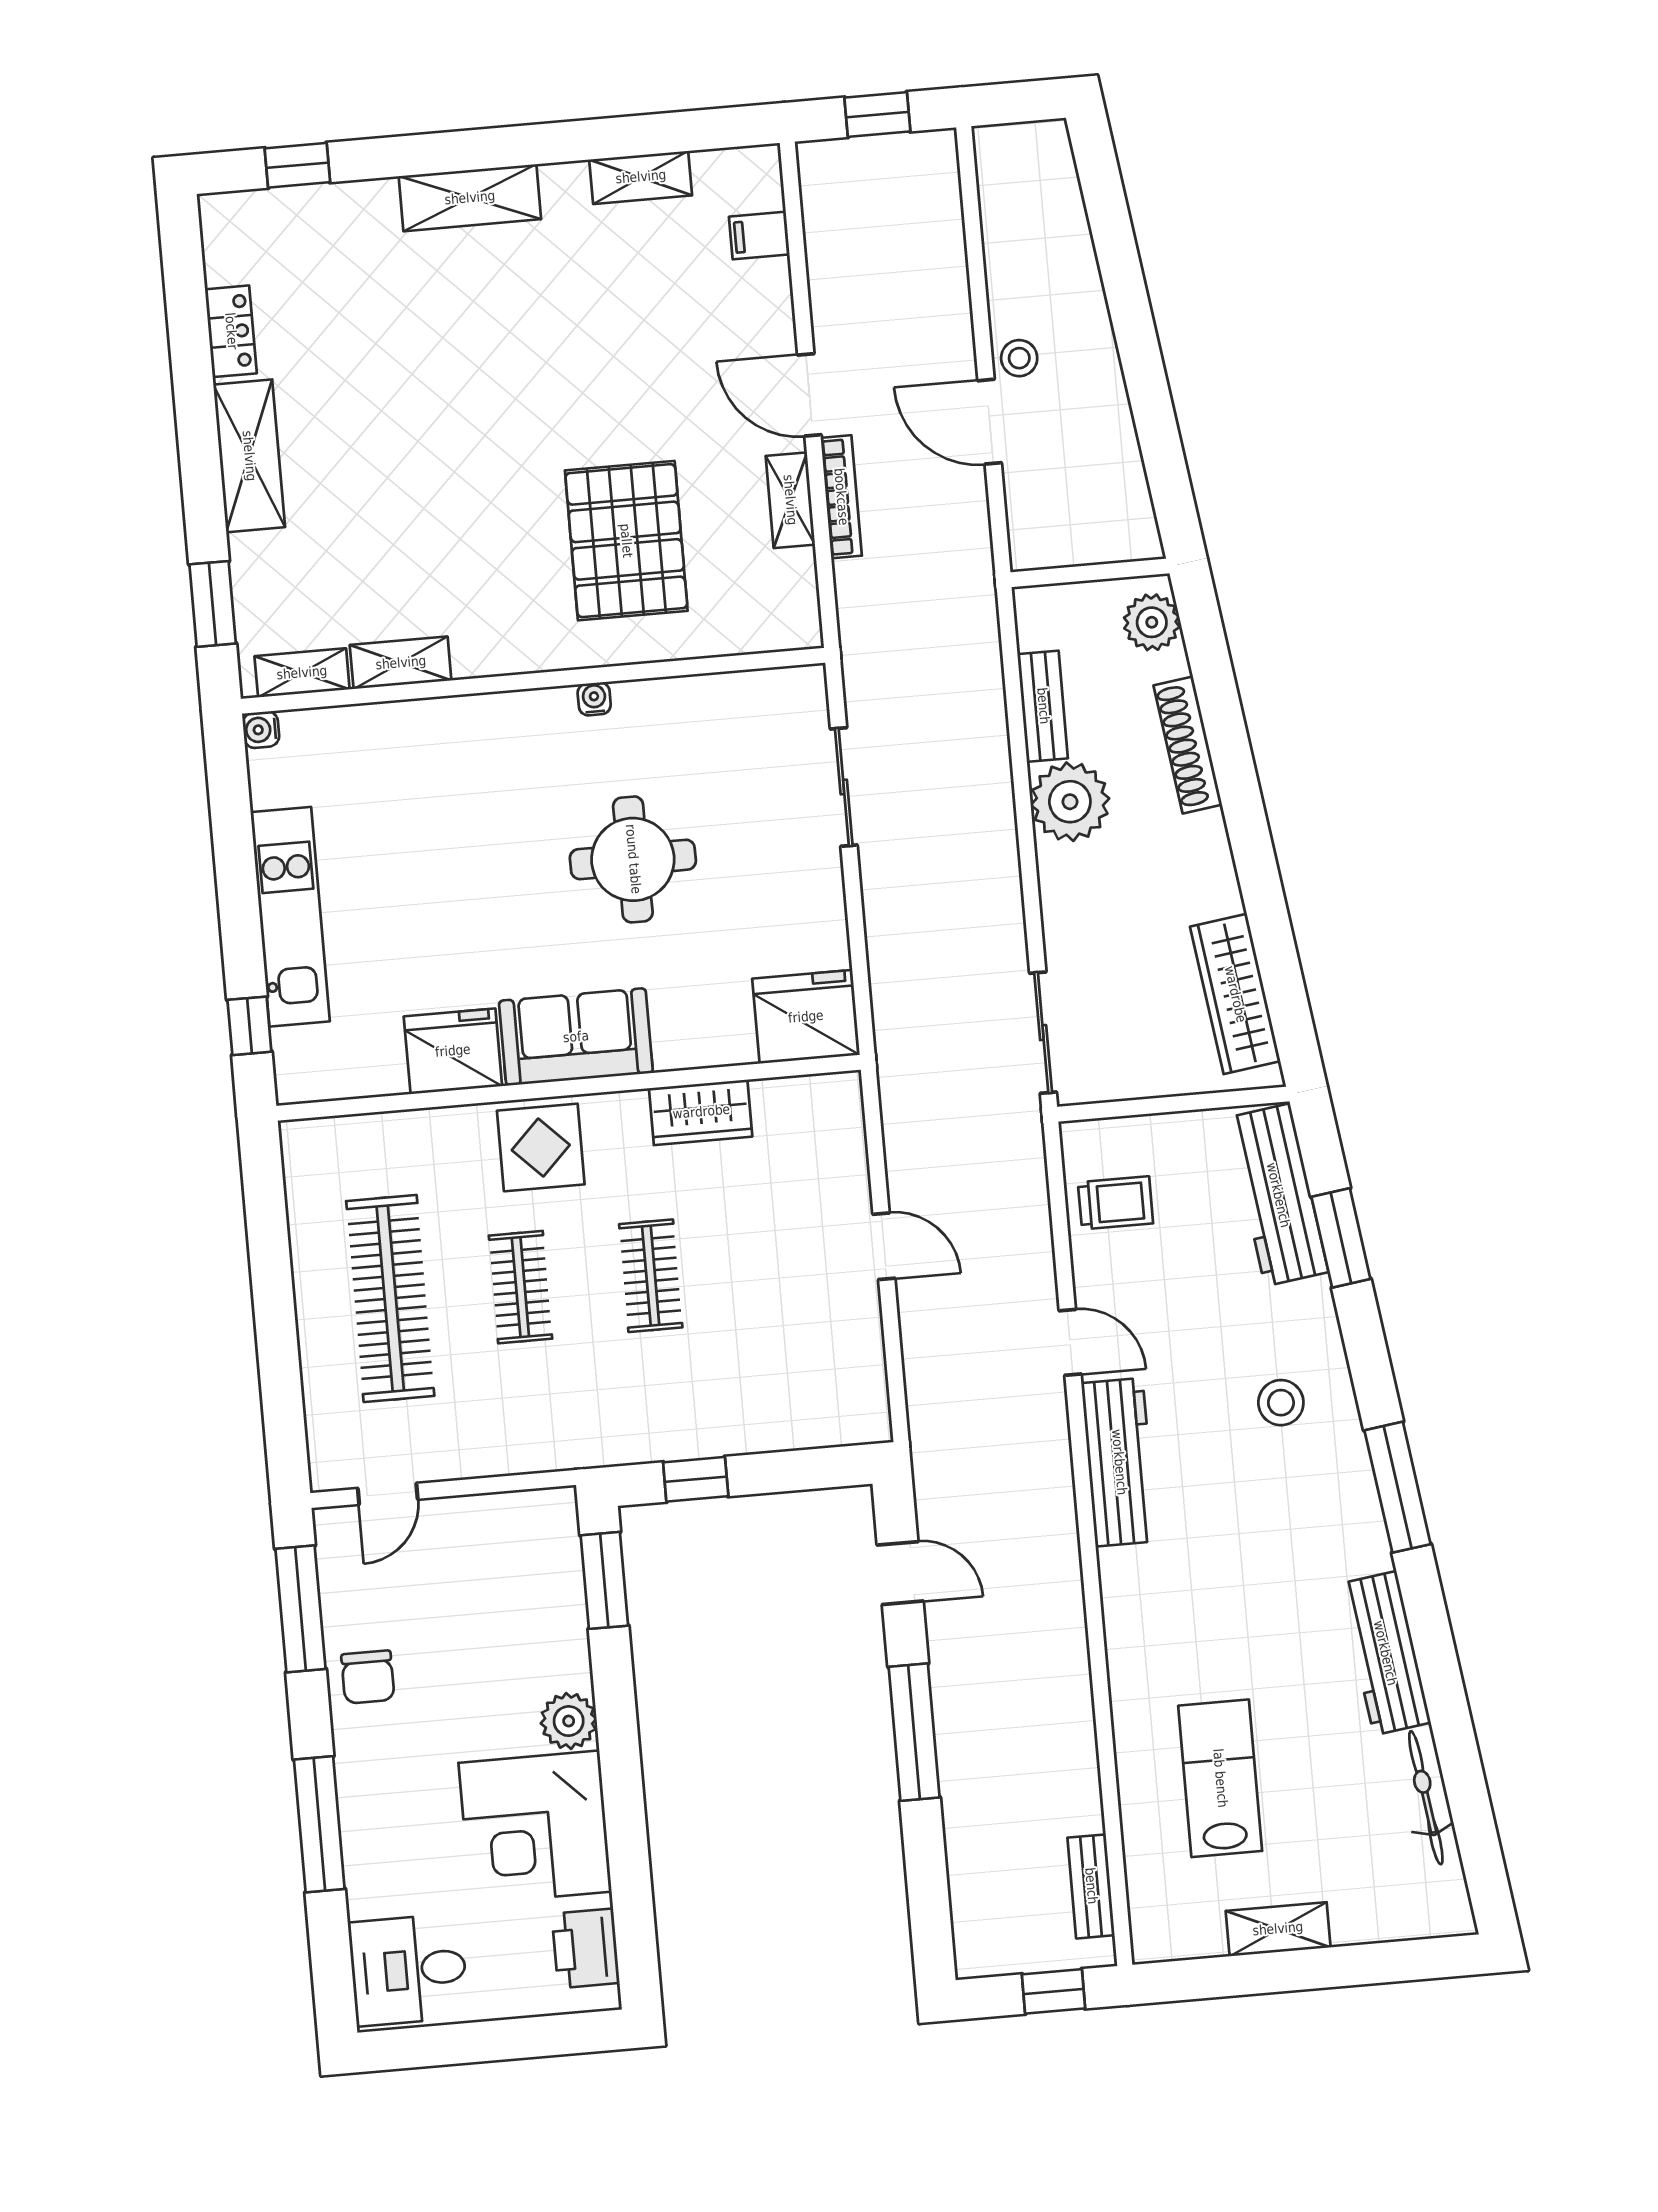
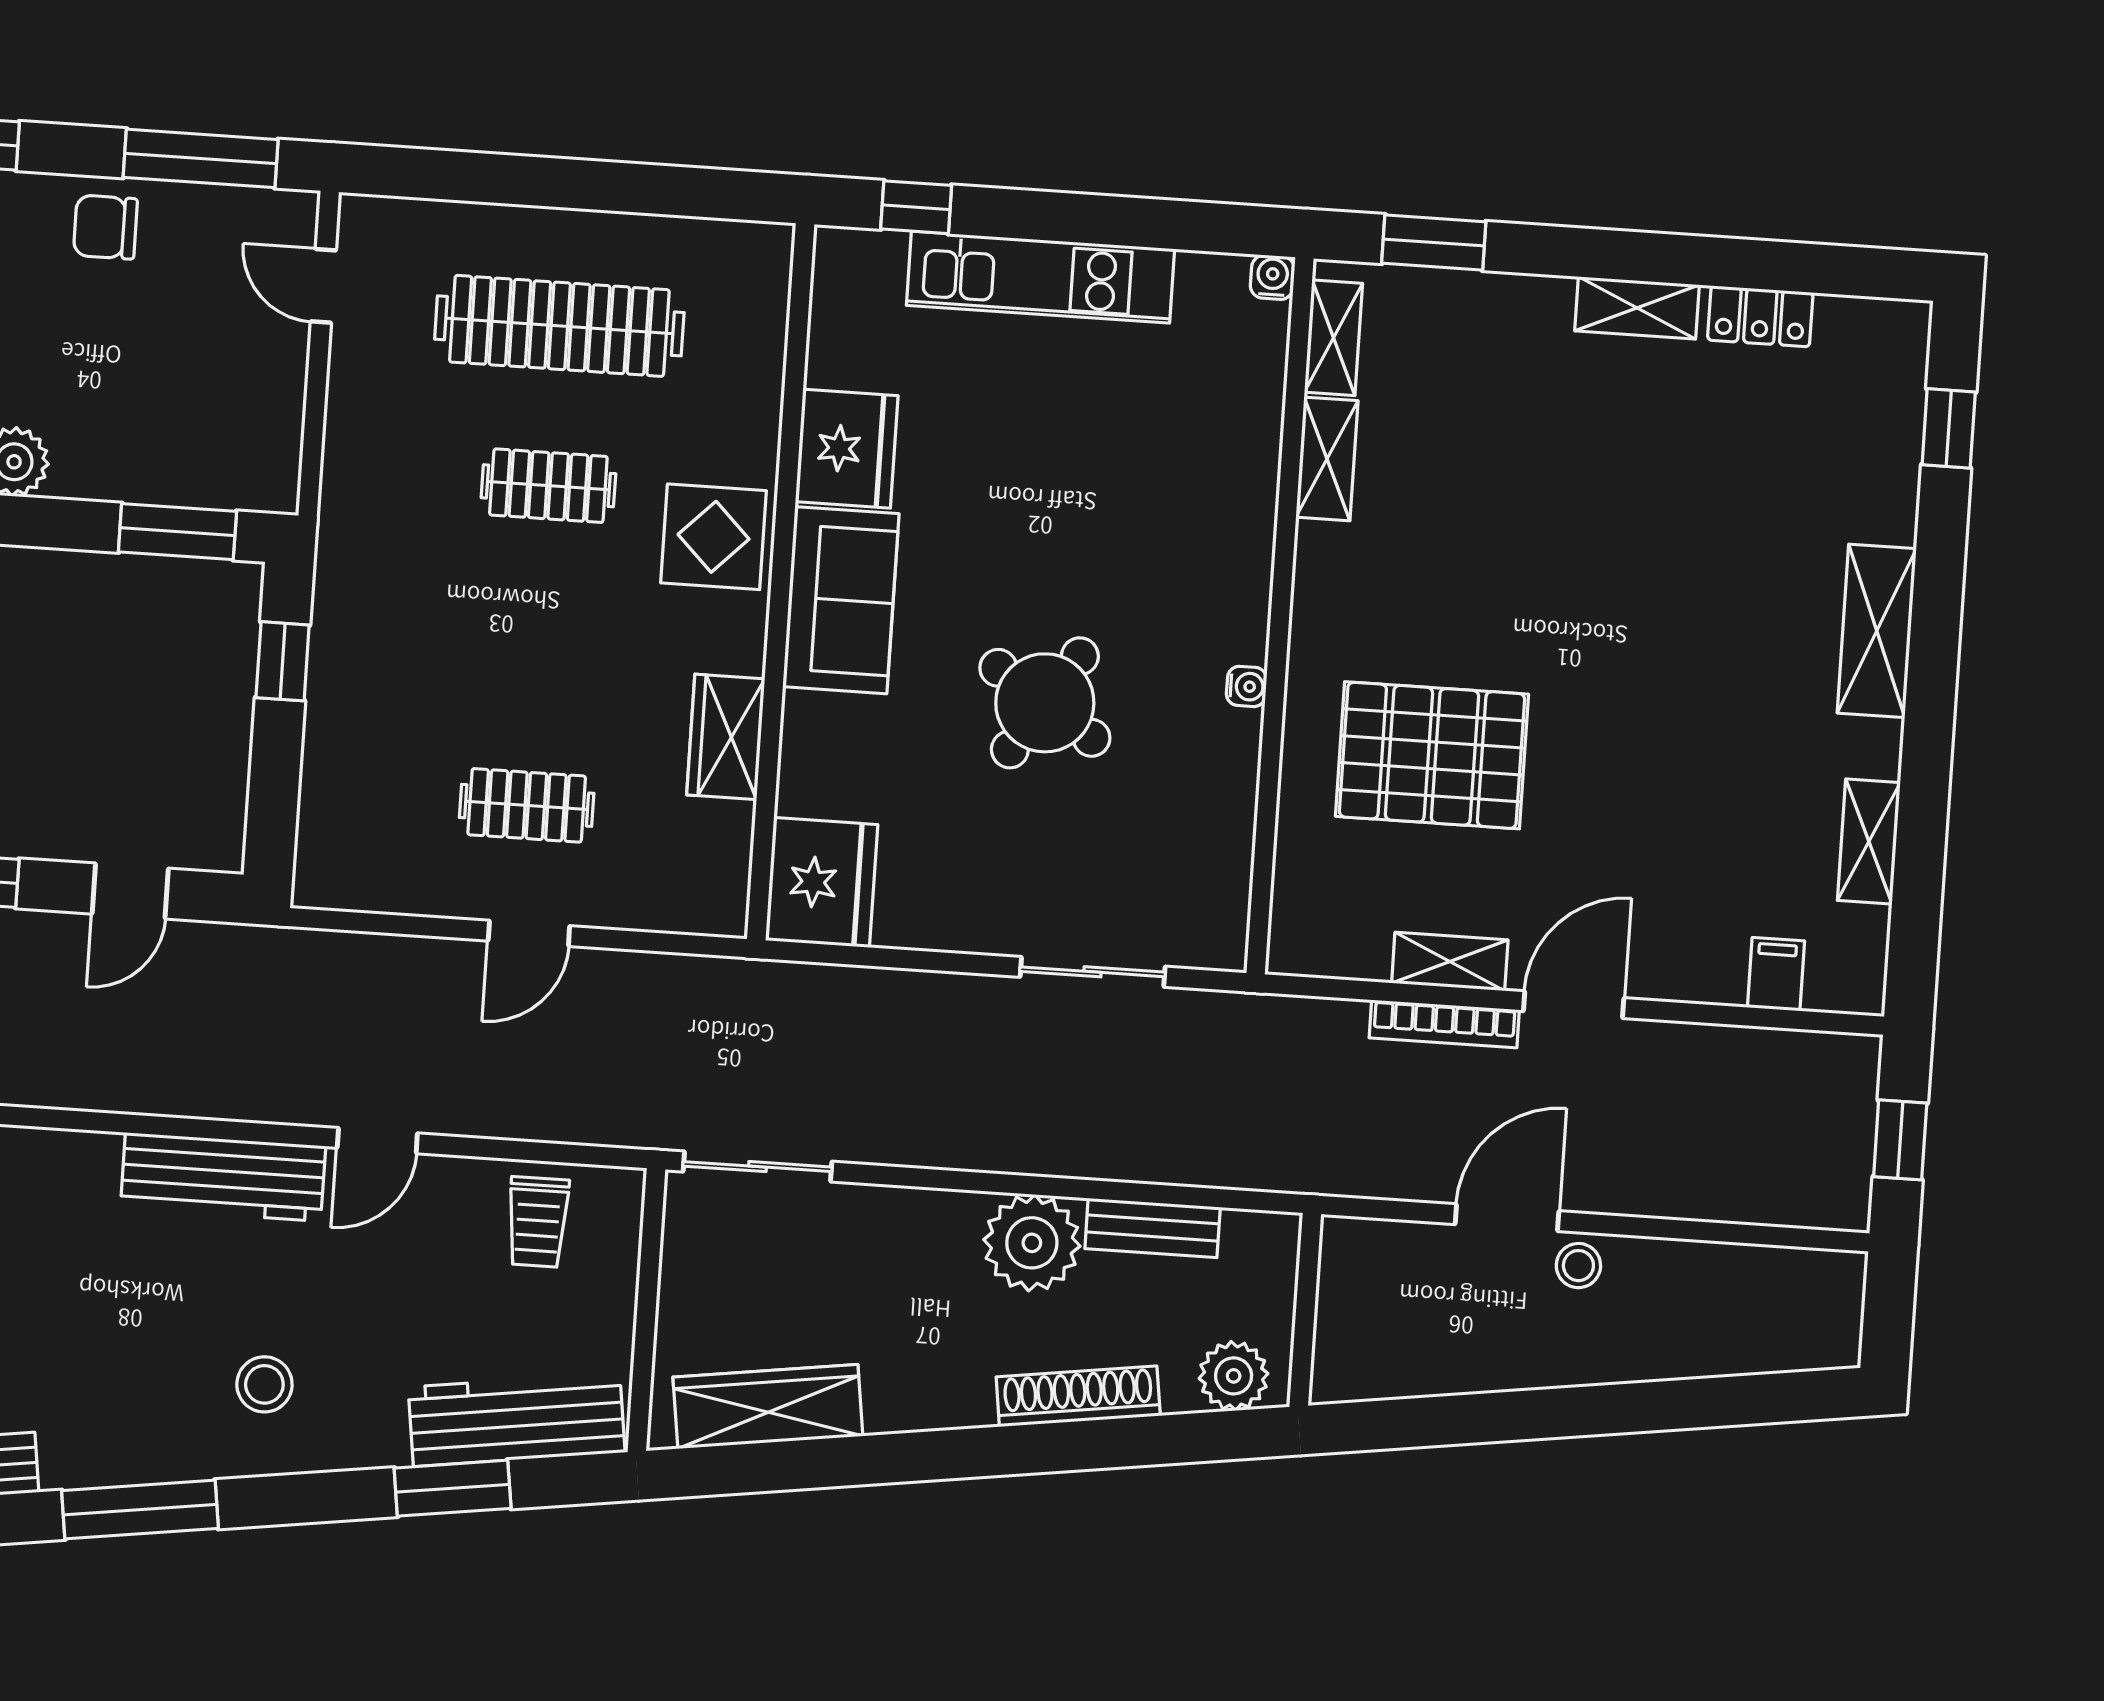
shelving: (249, 456) -> (1637, 308), width x0.67, depth x0.75
round table: (633, 859) -> (1045, 703), turned 33
clothes rail: (651, 1276) -> (527, 805), moved

